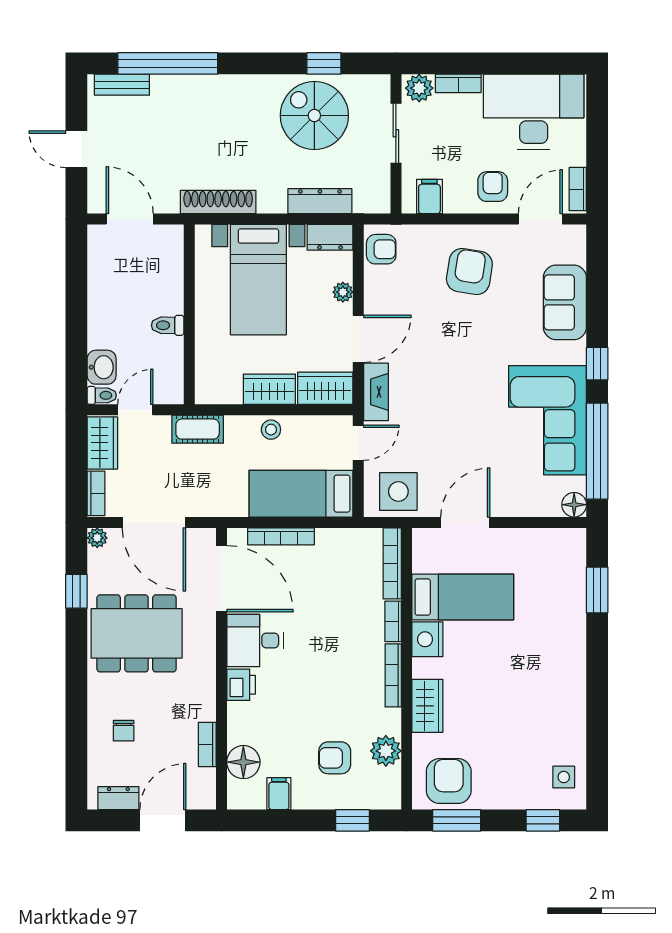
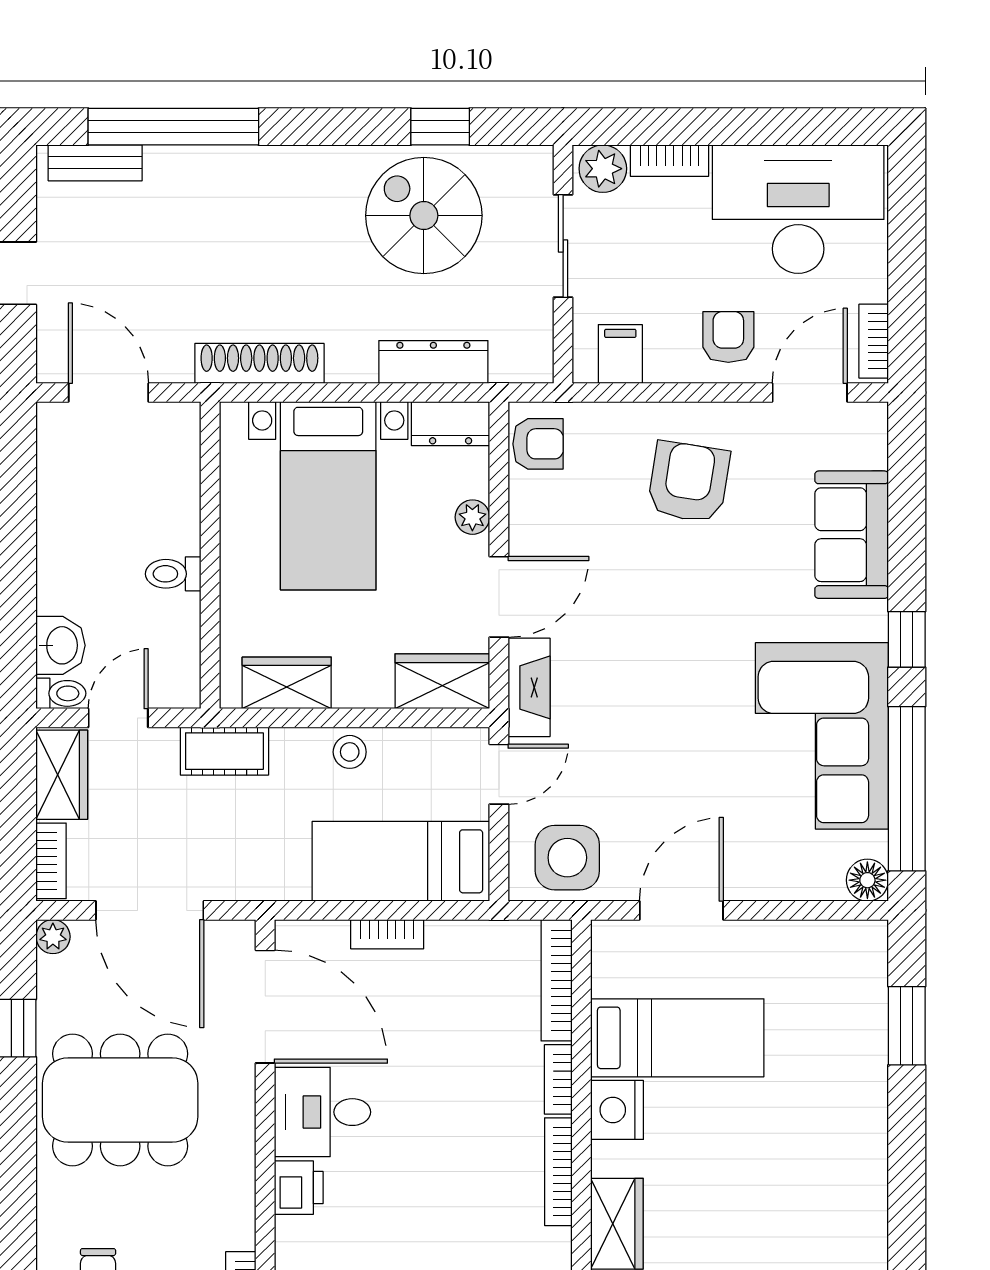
wardrobe: (269, 389) -> (287, 683), moved
bookcase: (281, 536) -> (387, 934), width x0.64

